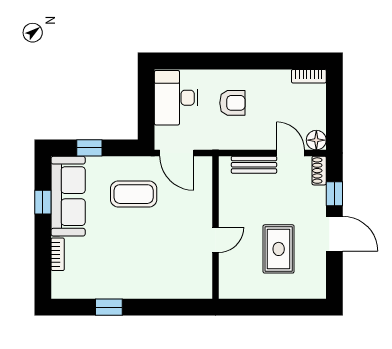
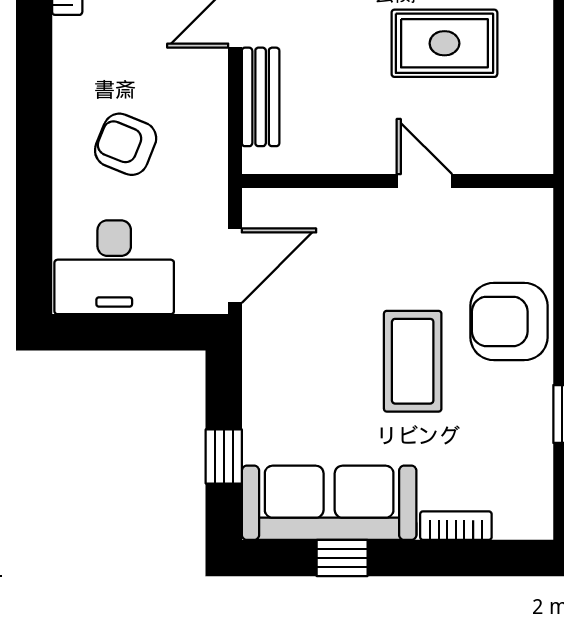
armchair: (232, 103) -> (126, 144), turned -68
coffee table: (134, 194) -> (413, 361), moved
armchair: (151, 279) -> (509, 321), added

